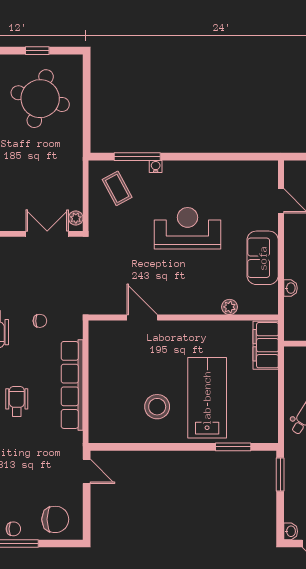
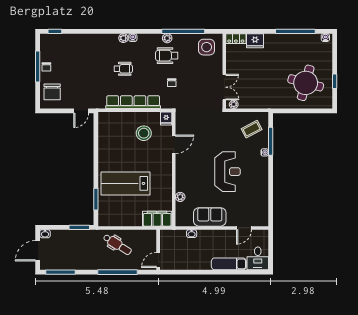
fridge: (99, 330) -> (166, 118), added
lab bench: (207, 398) -> (125, 183), turned 180
stool: (157, 407) -> (144, 133), moved

